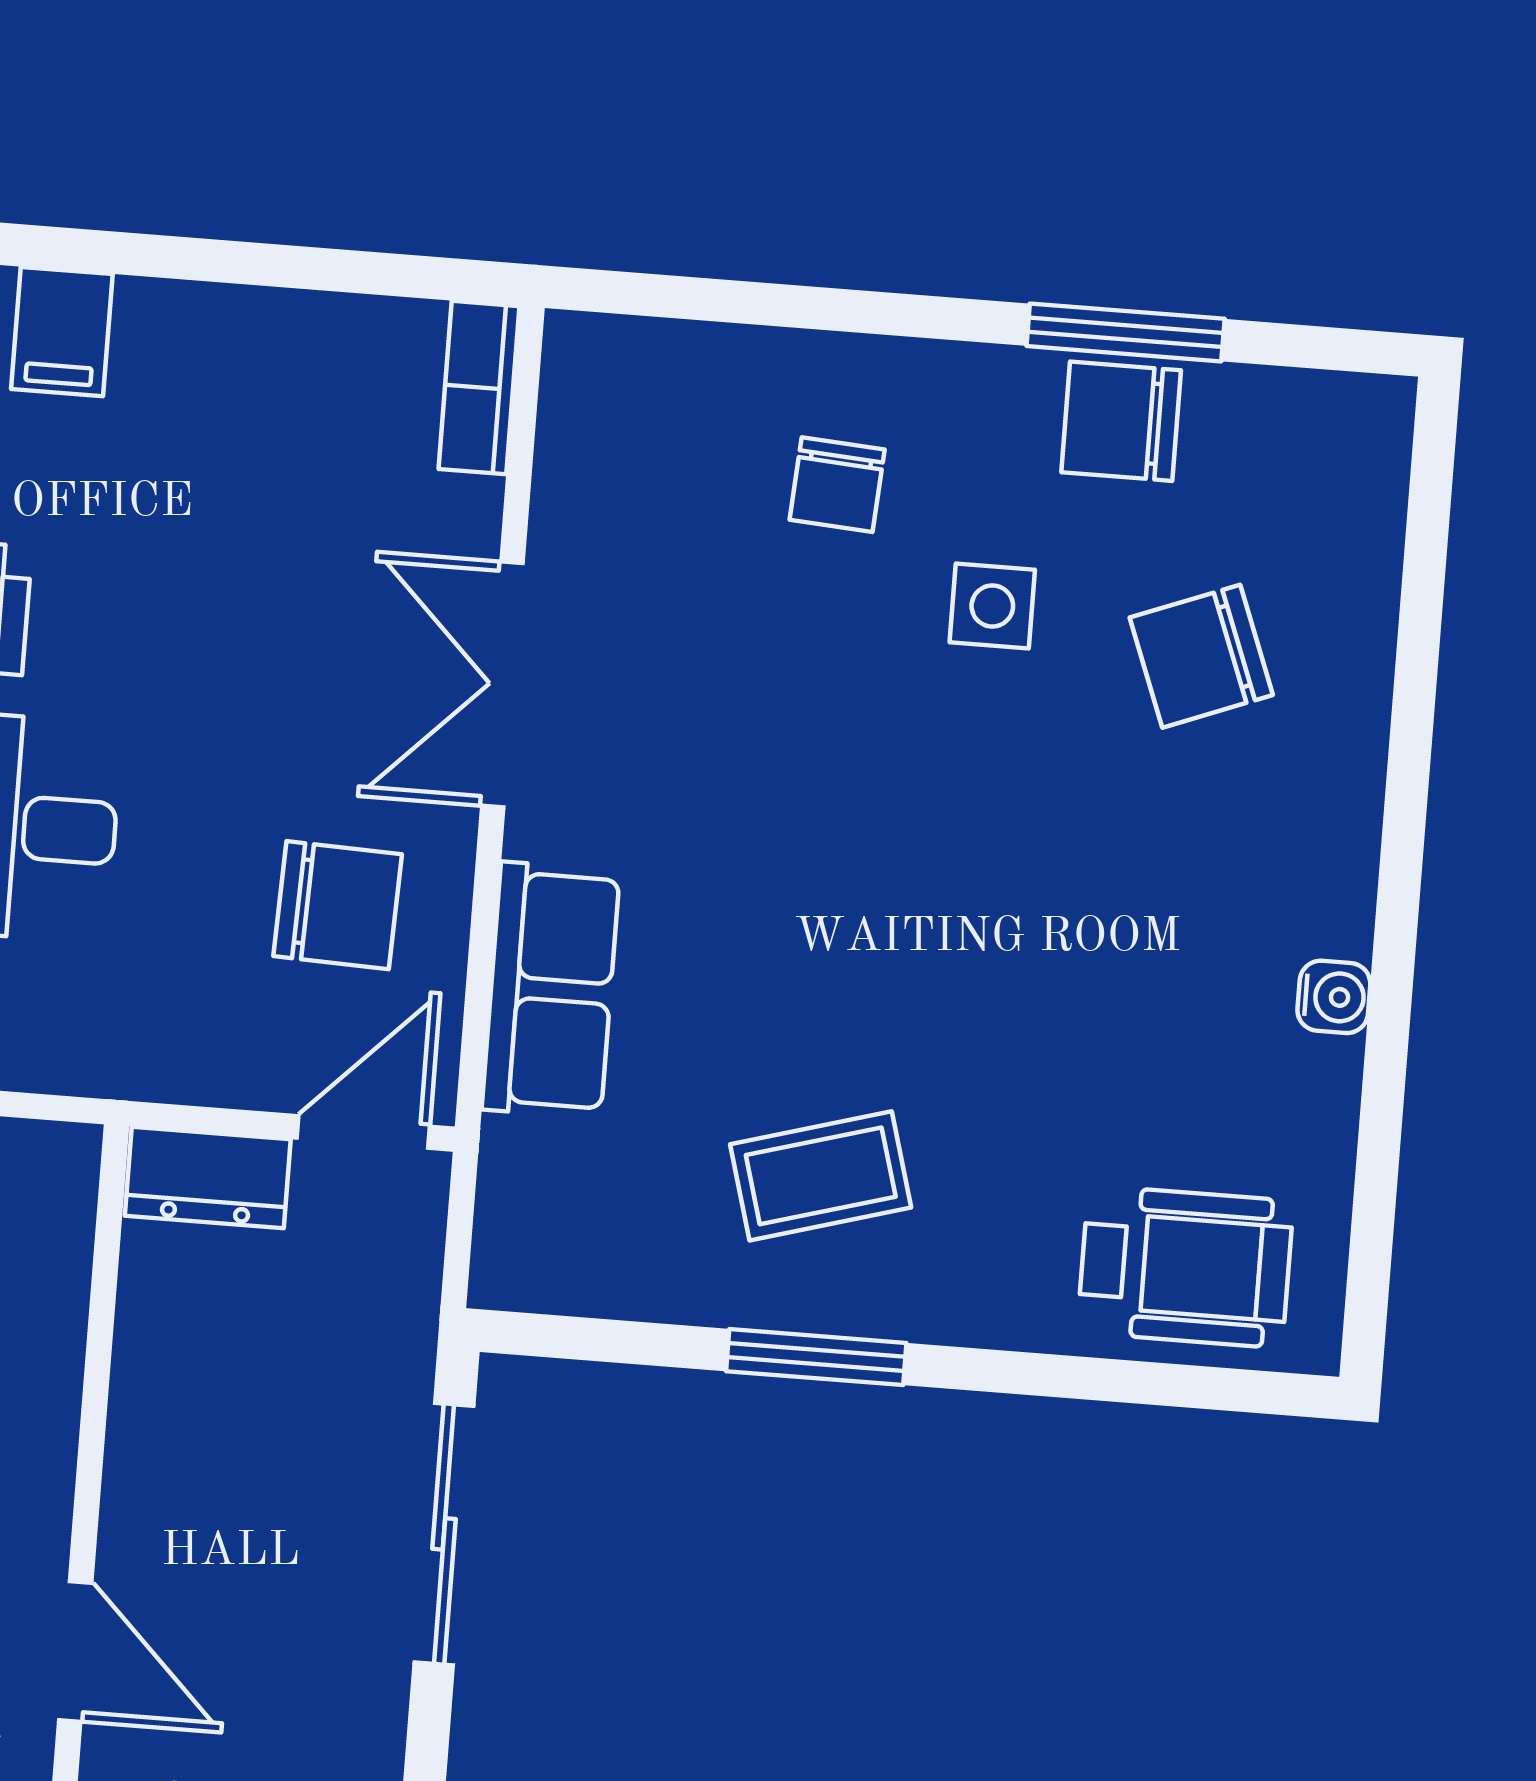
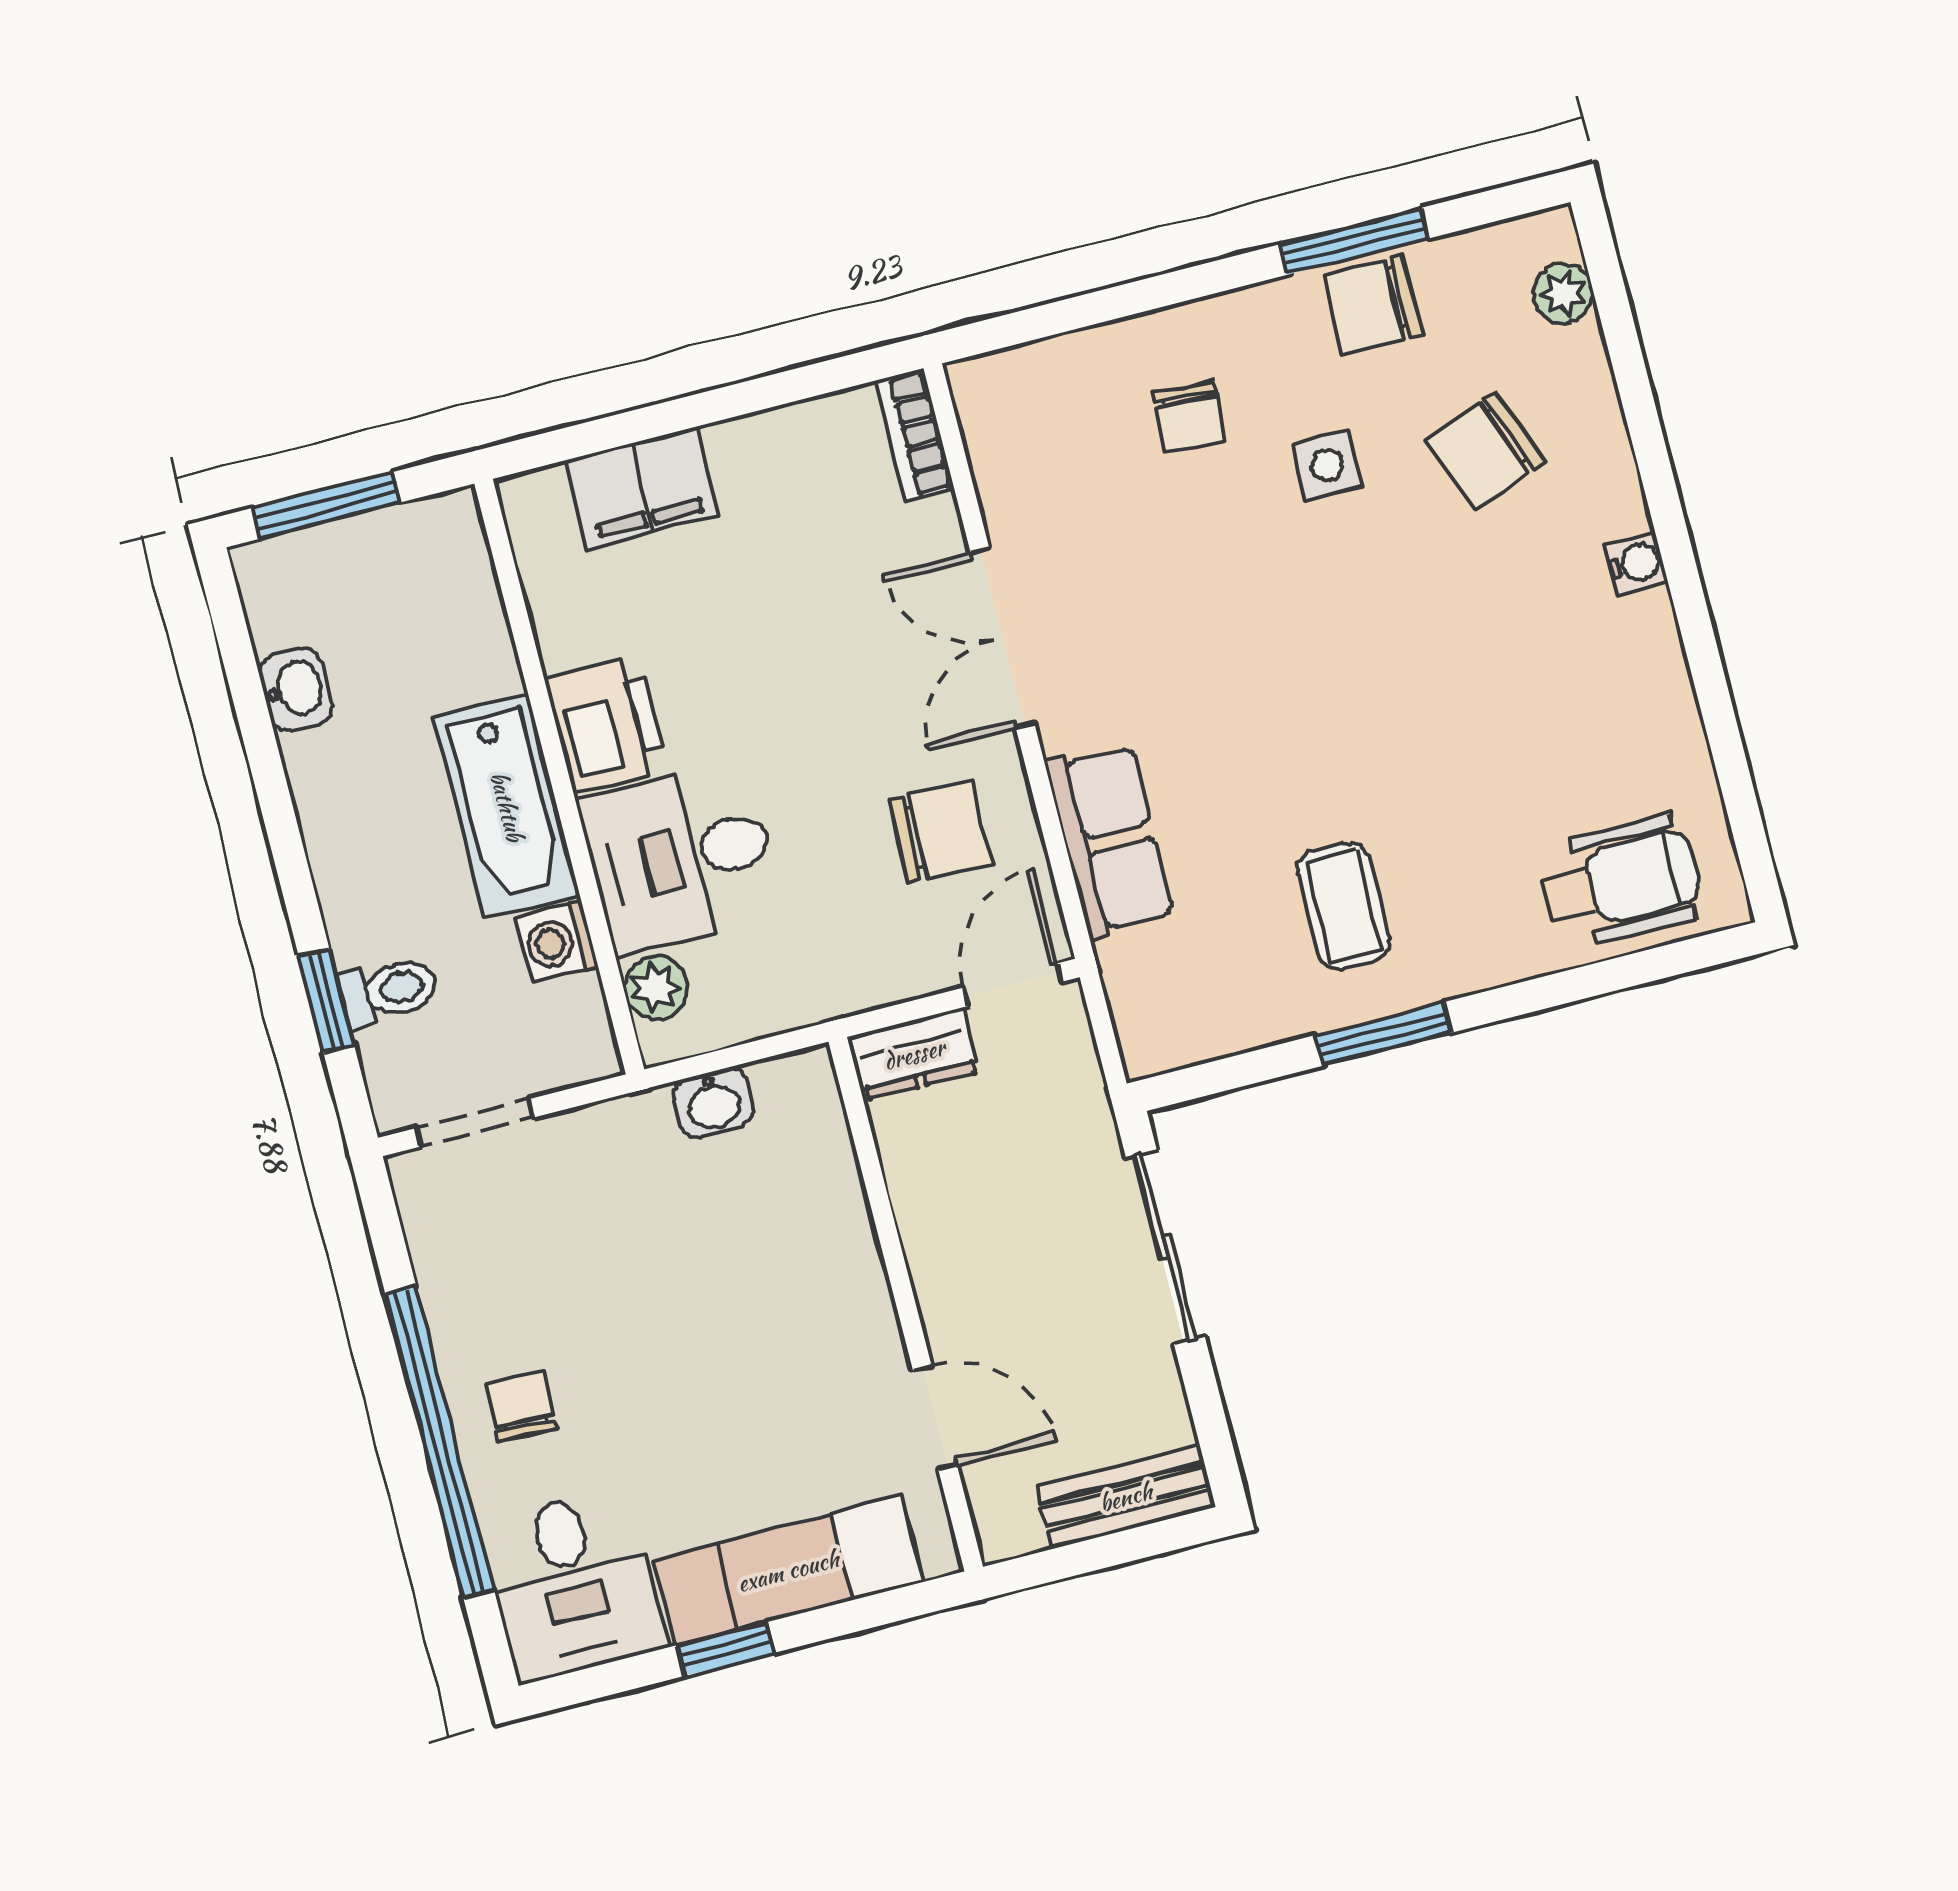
filing cabinet: (62, 332) -> (642, 487), width x2.00
plant: (1369, 490) -> (1563, 293), added
water cooler: (1334, 997) -> (1636, 563), moved
coffee table: (821, 1176) -> (1344, 906), turned -74

